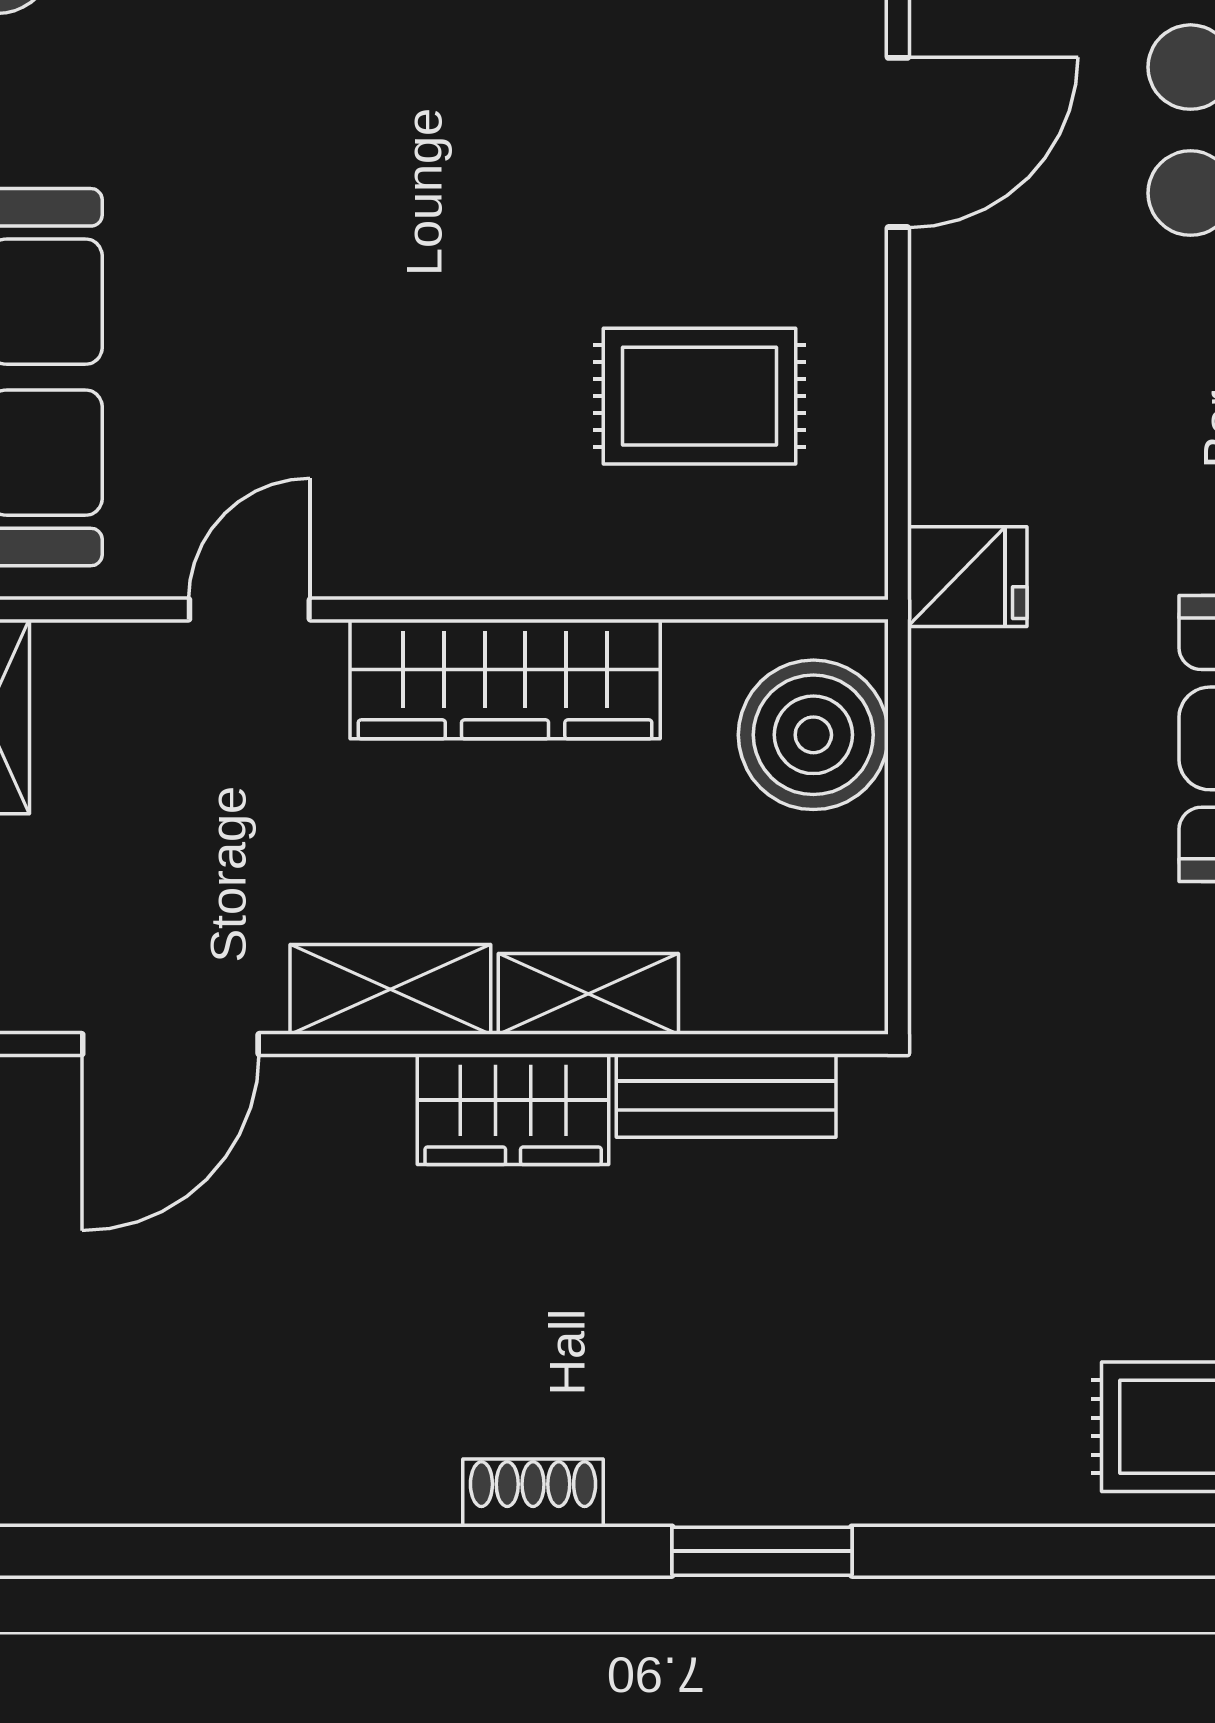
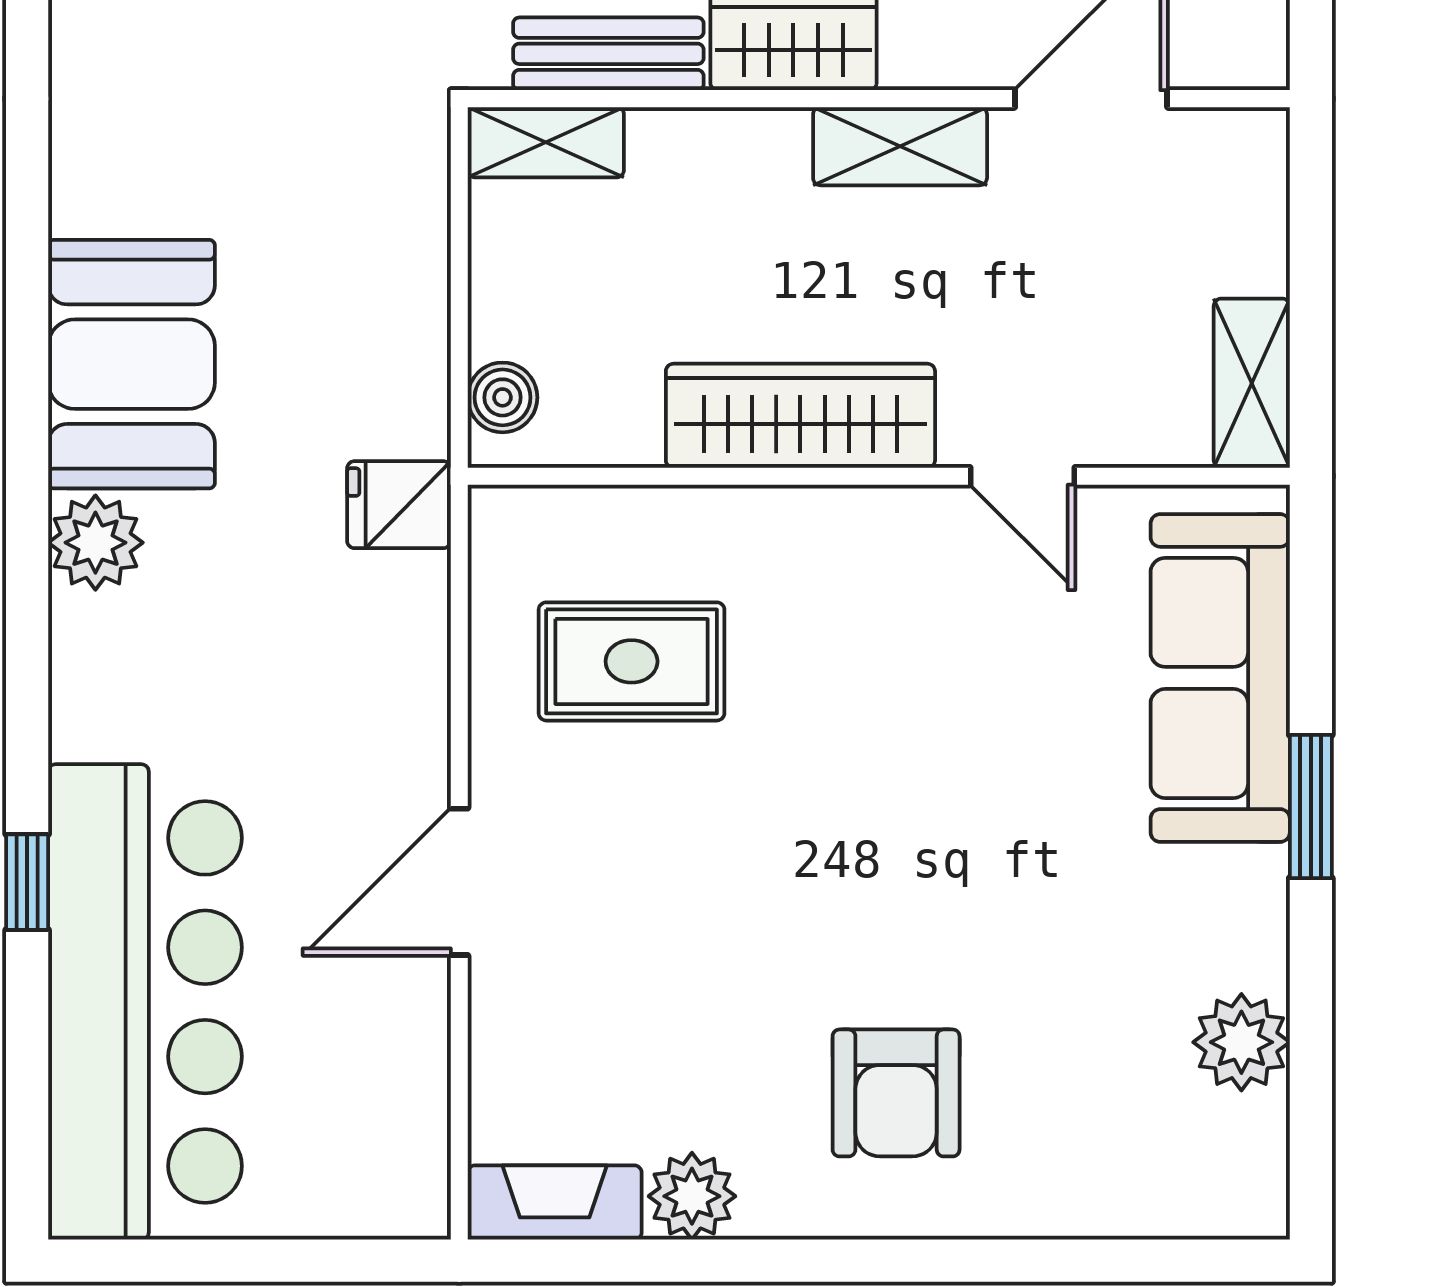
door: (249, 609) -> (1022, 476), hinge flipped
boiler: (813, 735) -> (503, 397), width x0.54, depth x0.54
shelving: (588, 994) -> (546, 142), moved

